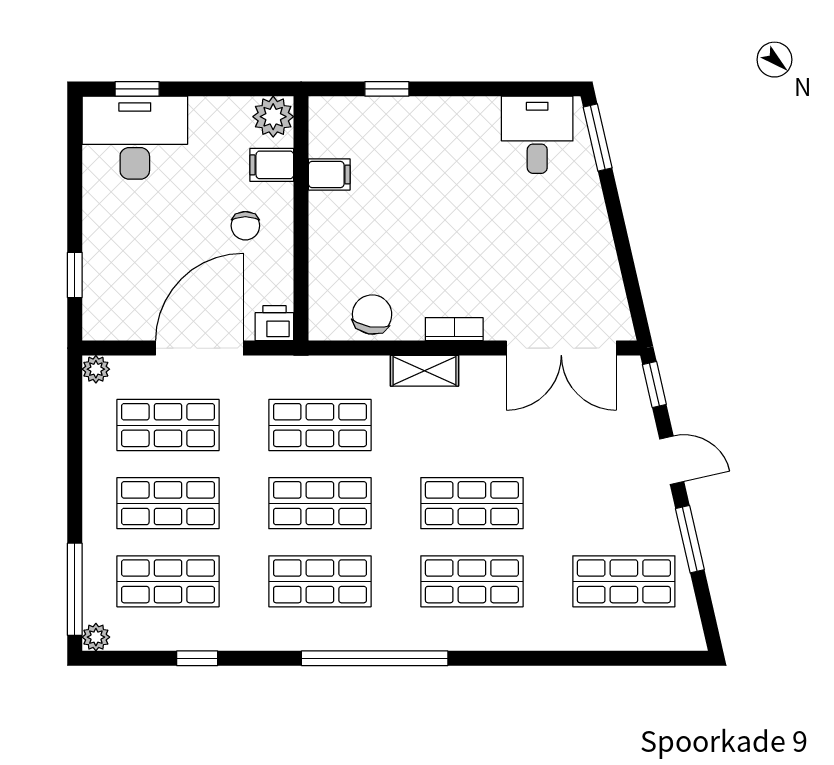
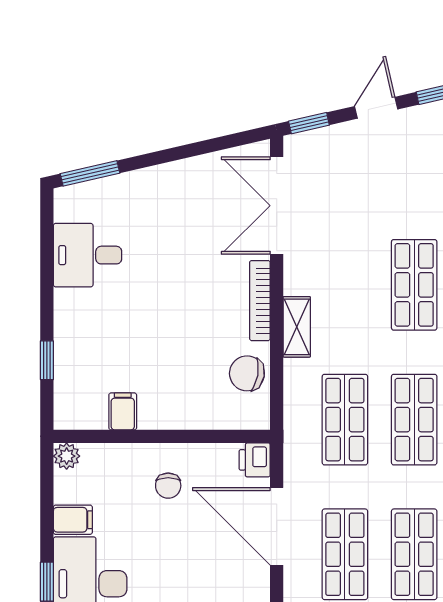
plant: (273, 117) -> (67, 456), width x0.73, depth x0.73
desk: (537, 135) -> (88, 255), moved
filing cabinet: (272, 165) -> (73, 520), moved, turned -90
chair: (245, 226) -> (168, 486), turned 90
bookcase: (454, 329) -> (260, 301), width x1.56
double door: (561, 348) -> (277, 206), swing flipped

